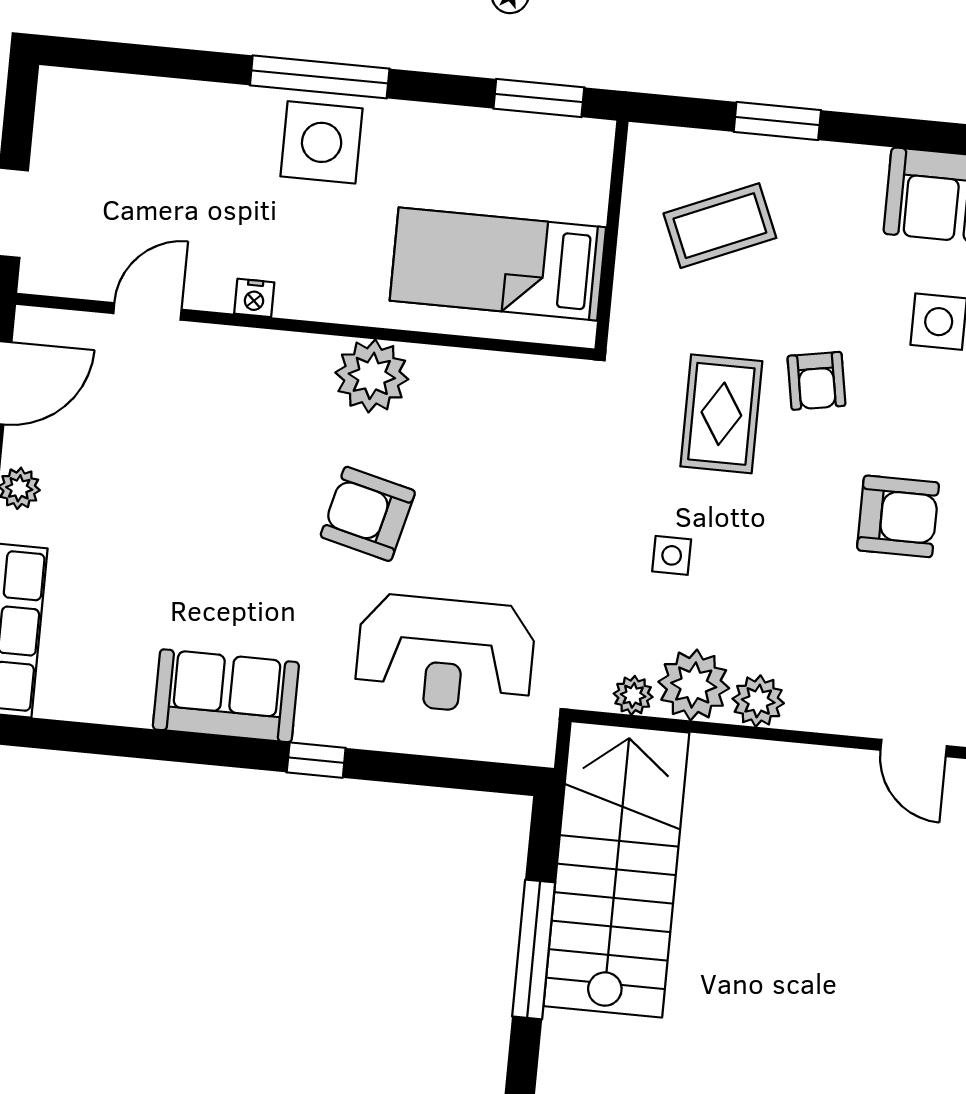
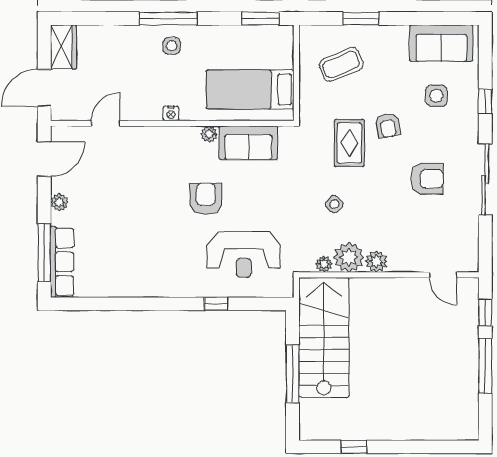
wardrobe: (64, 121) -> (63, 47), added
side table: (322, 142) -> (172, 46), width x0.54, depth x0.54
nightstand: (254, 298) -> (171, 113), moved
plant: (372, 376) -> (209, 134), width x0.53, depth x0.53
armchair: (368, 514) -> (206, 199), turned 76
side table: (672, 555) -> (334, 204), turned 45
sofa: (226, 696) -> (248, 143), moved, turned 180
window: (316, 760) -> (216, 304), moved

